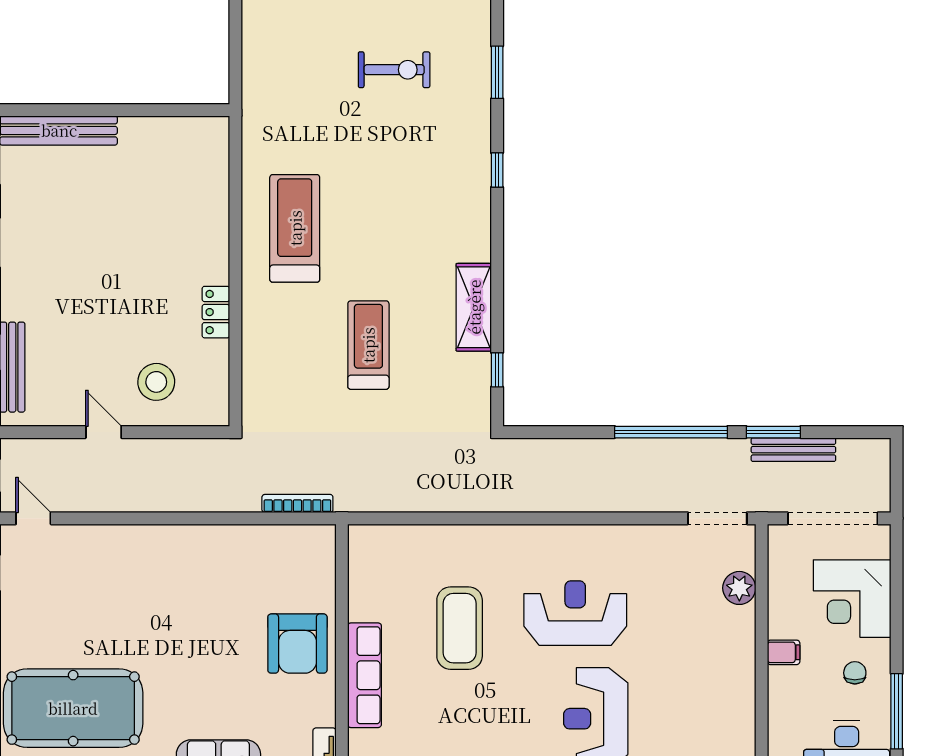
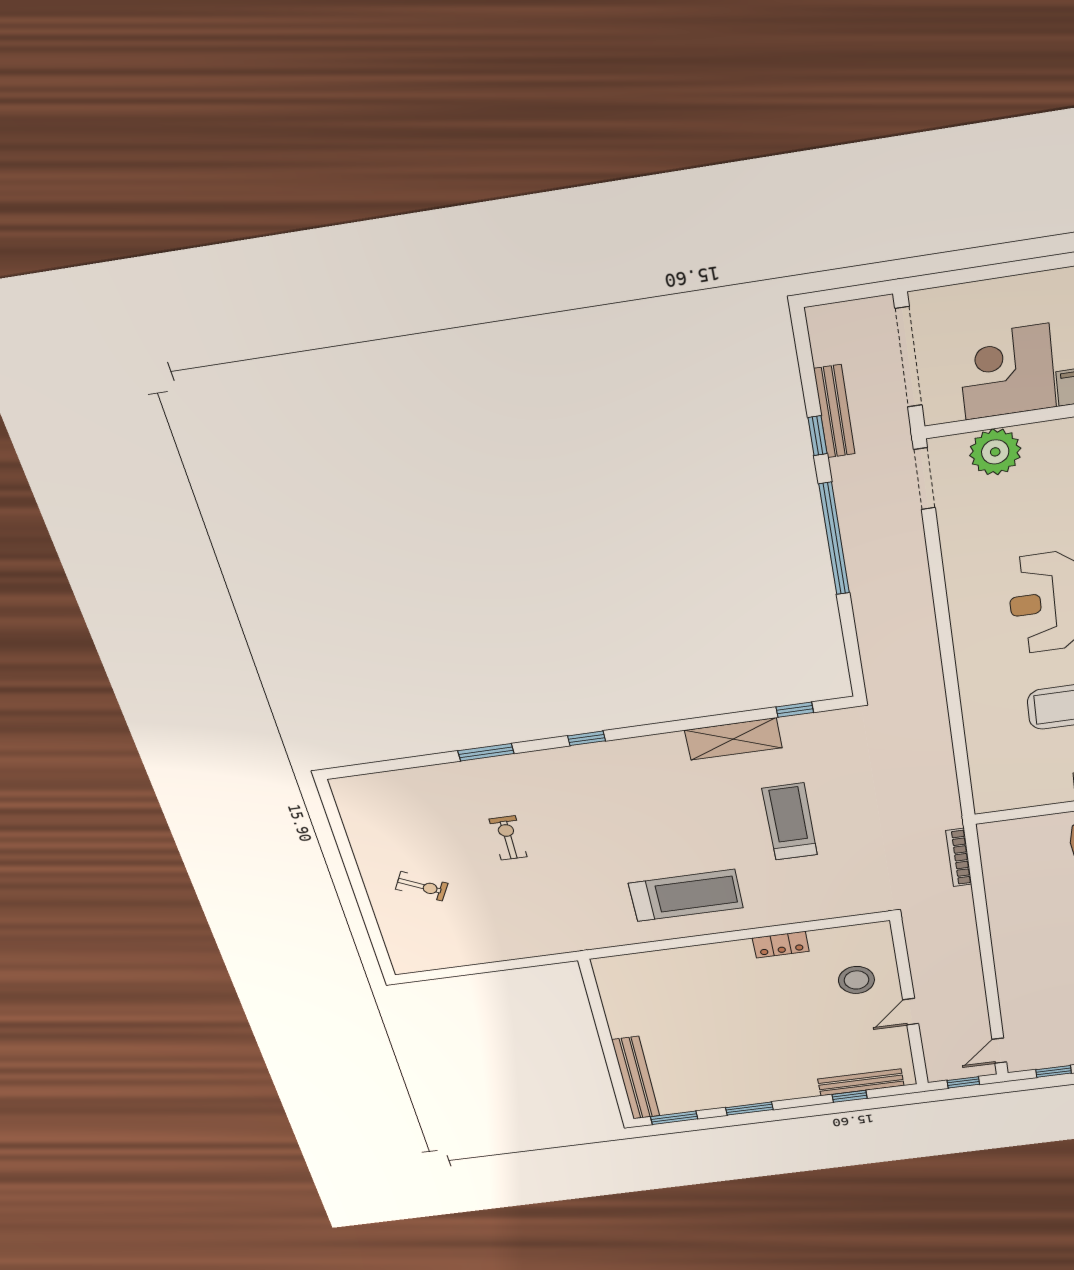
exercise bike: (394, 70) -> (508, 838), width x0.73, depth x0.72
treadmill: (295, 228) -> (686, 895), turned 180
treadmill: (368, 345) -> (790, 822), turned 90
window: (773, 432) -> (817, 436), width x0.67
plant: (739, 588) -> (995, 452), width x1.36, depth x1.36
corner desk: (852, 599) -> (1007, 372), moved, turned 180

